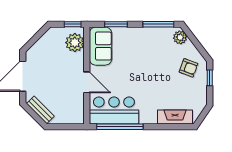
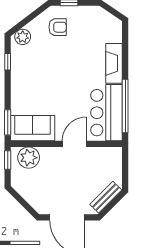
window: (116, 24) -> (8, 122), moved
window: (158, 24) -> (8, 62), width x0.46
armchair: (189, 68) -> (58, 27), turned 70
fireplace: (175, 117) -> (114, 63), moved

